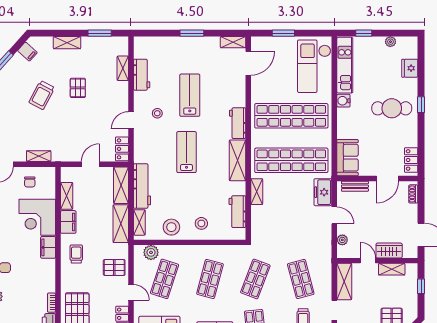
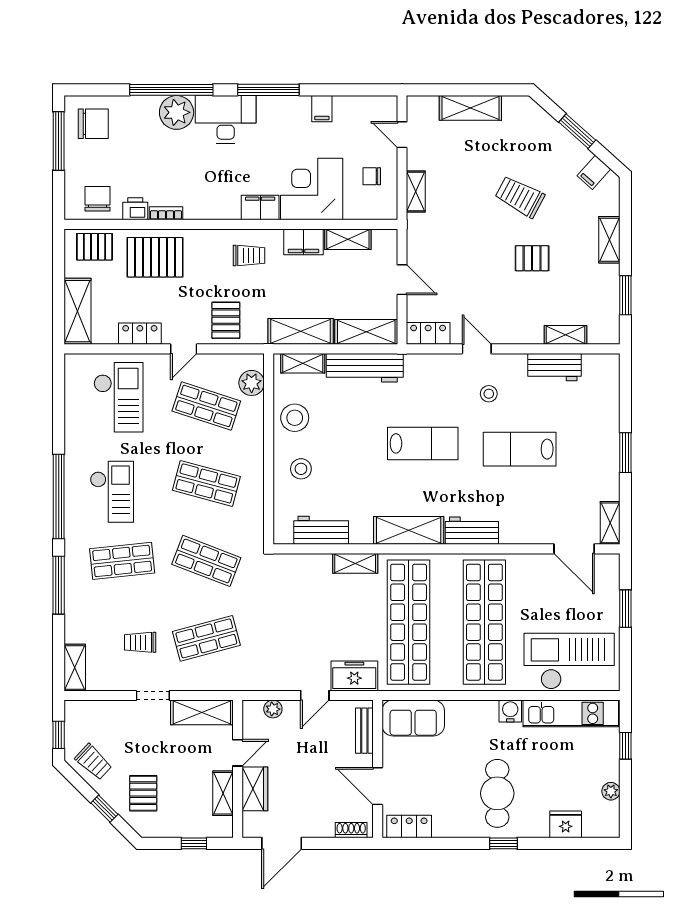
lab bench: (190, 95) -> (520, 449), turned 180

